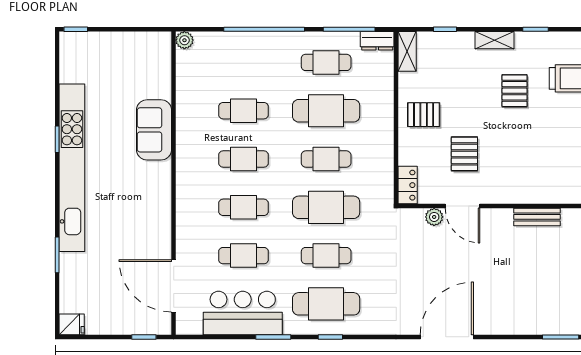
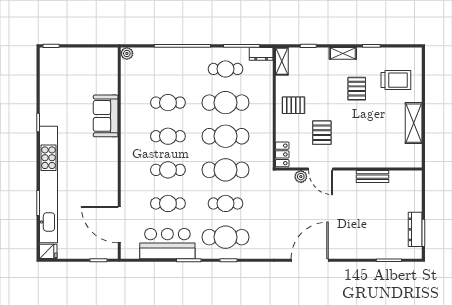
cafe table: (326, 159) -> (226, 136), width x1.37, depth x1.35
kitchen unit: (72, 168) -> (48, 185), moved

